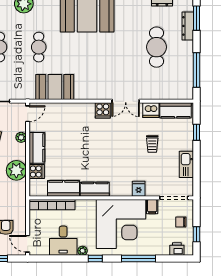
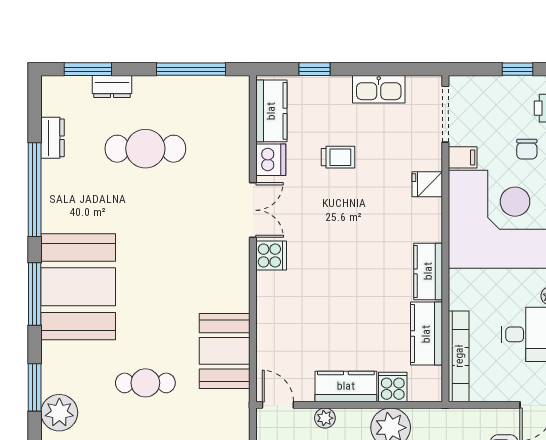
dresser: (188, 26) -> (112, 87), width x0.70
chair: (181, 222) -> (527, 149), moved

